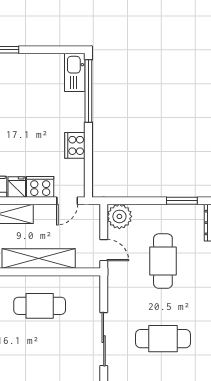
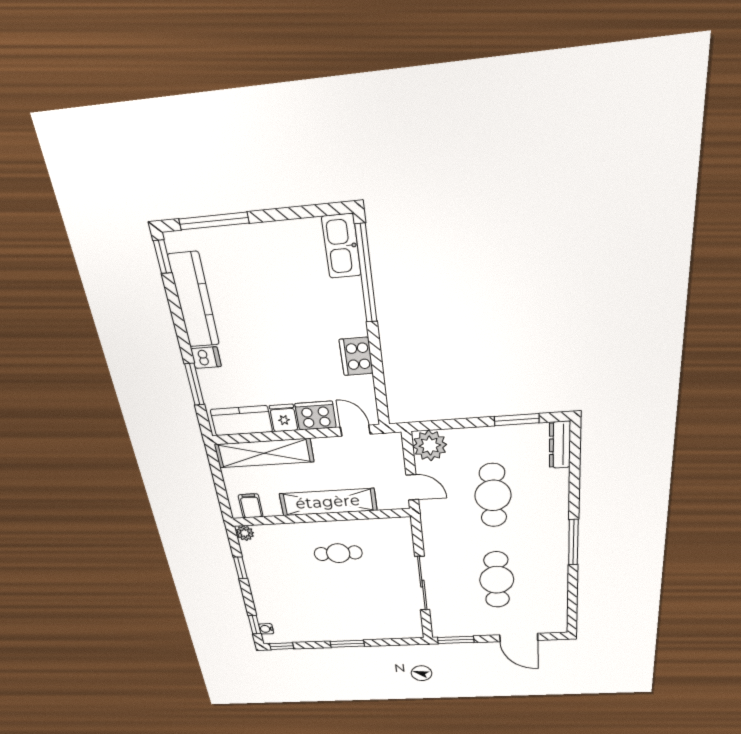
door: (67, 201) -> (355, 431), swing flipped
cafe table: (40, 306) -> (338, 553), width x0.73, depth x0.74
cafe table: (163, 339) -> (497, 580), turned 90

